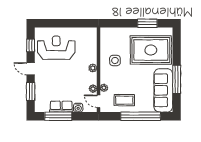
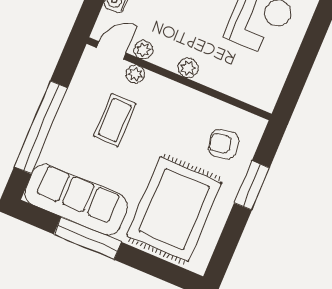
window: (147, 23) -> (252, 185), moved
armchair: (117, 41) -> (224, 144), added
side table: (115, 61) -> (184, 123), removed
coffee table: (124, 100) -> (115, 120), moved

